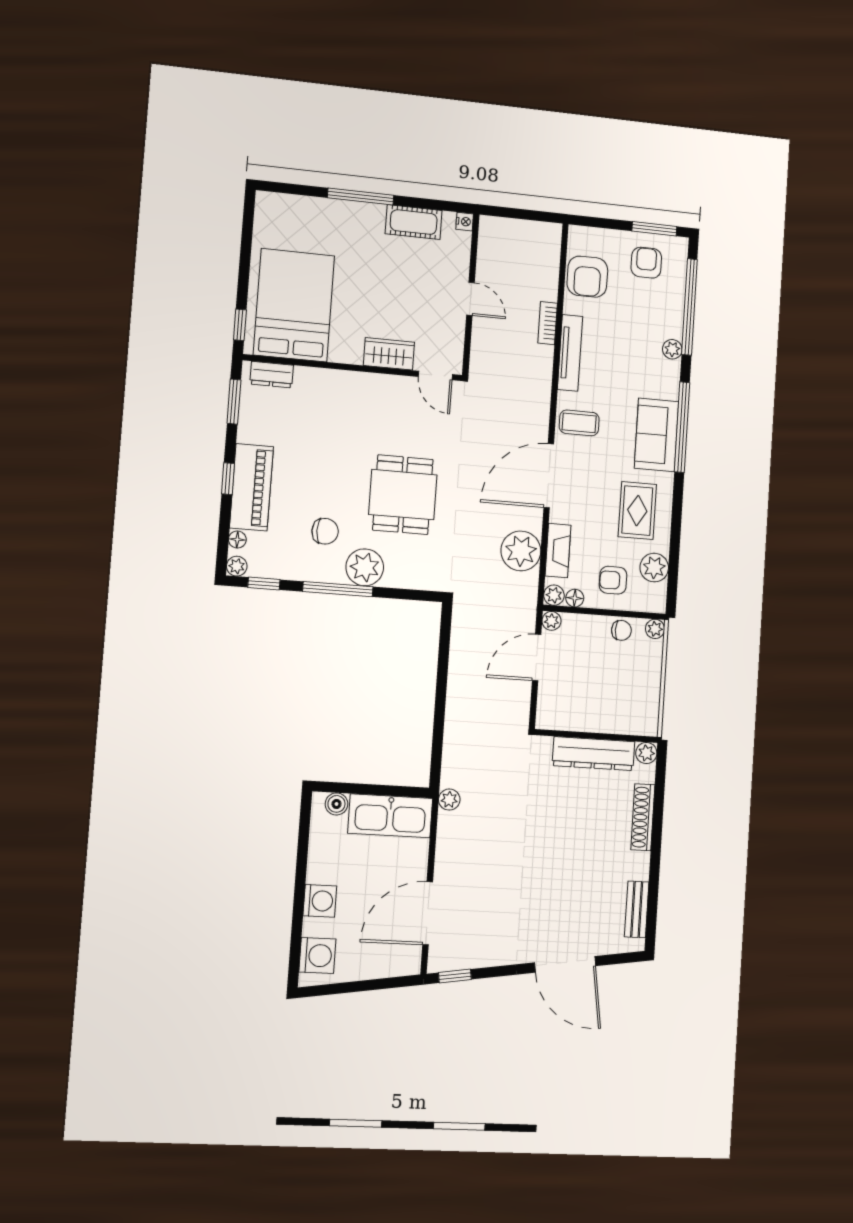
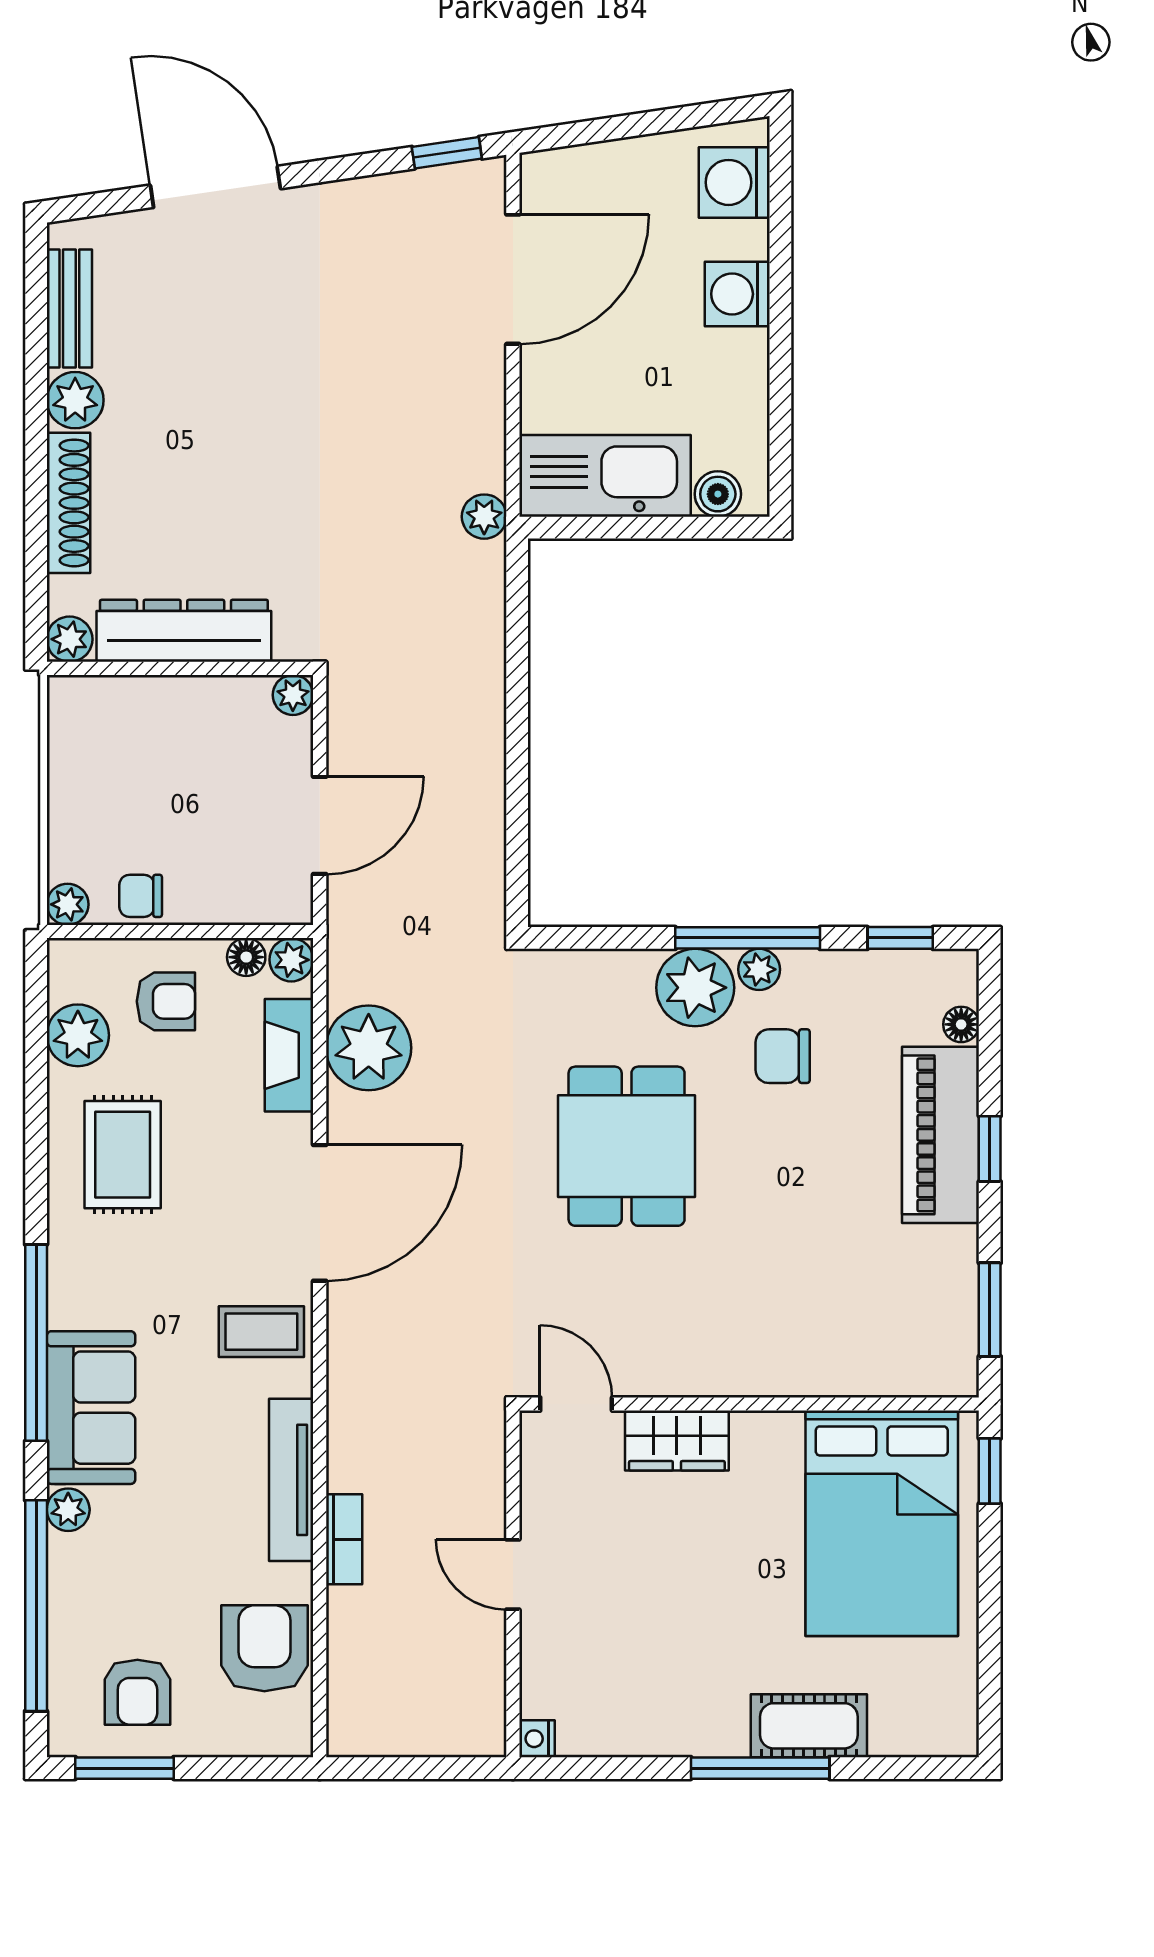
cot: (414, 222) -> (809, 1726), moved
dresser: (272, 375) -> (917, 1373), removed
sofa: (657, 435) -> (91, 1408), moved
plant: (237, 566) -> (759, 969), moved
plant: (551, 621) -> (293, 695), moved
plant: (637, 866) -> (75, 400), added

